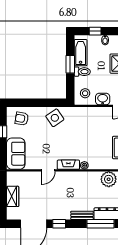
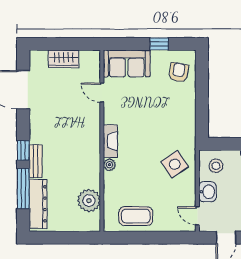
side table: (55, 118) -> (175, 164), moved
door: (48, 170) -> (102, 93), moved
window: (59, 224) -> (23, 150), moved

